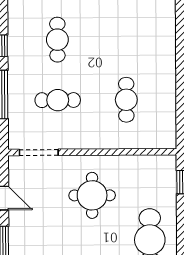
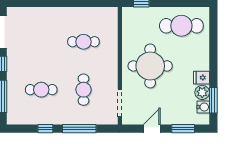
round table: (92, 195) -> (150, 66), width x1.36, depth x1.36

